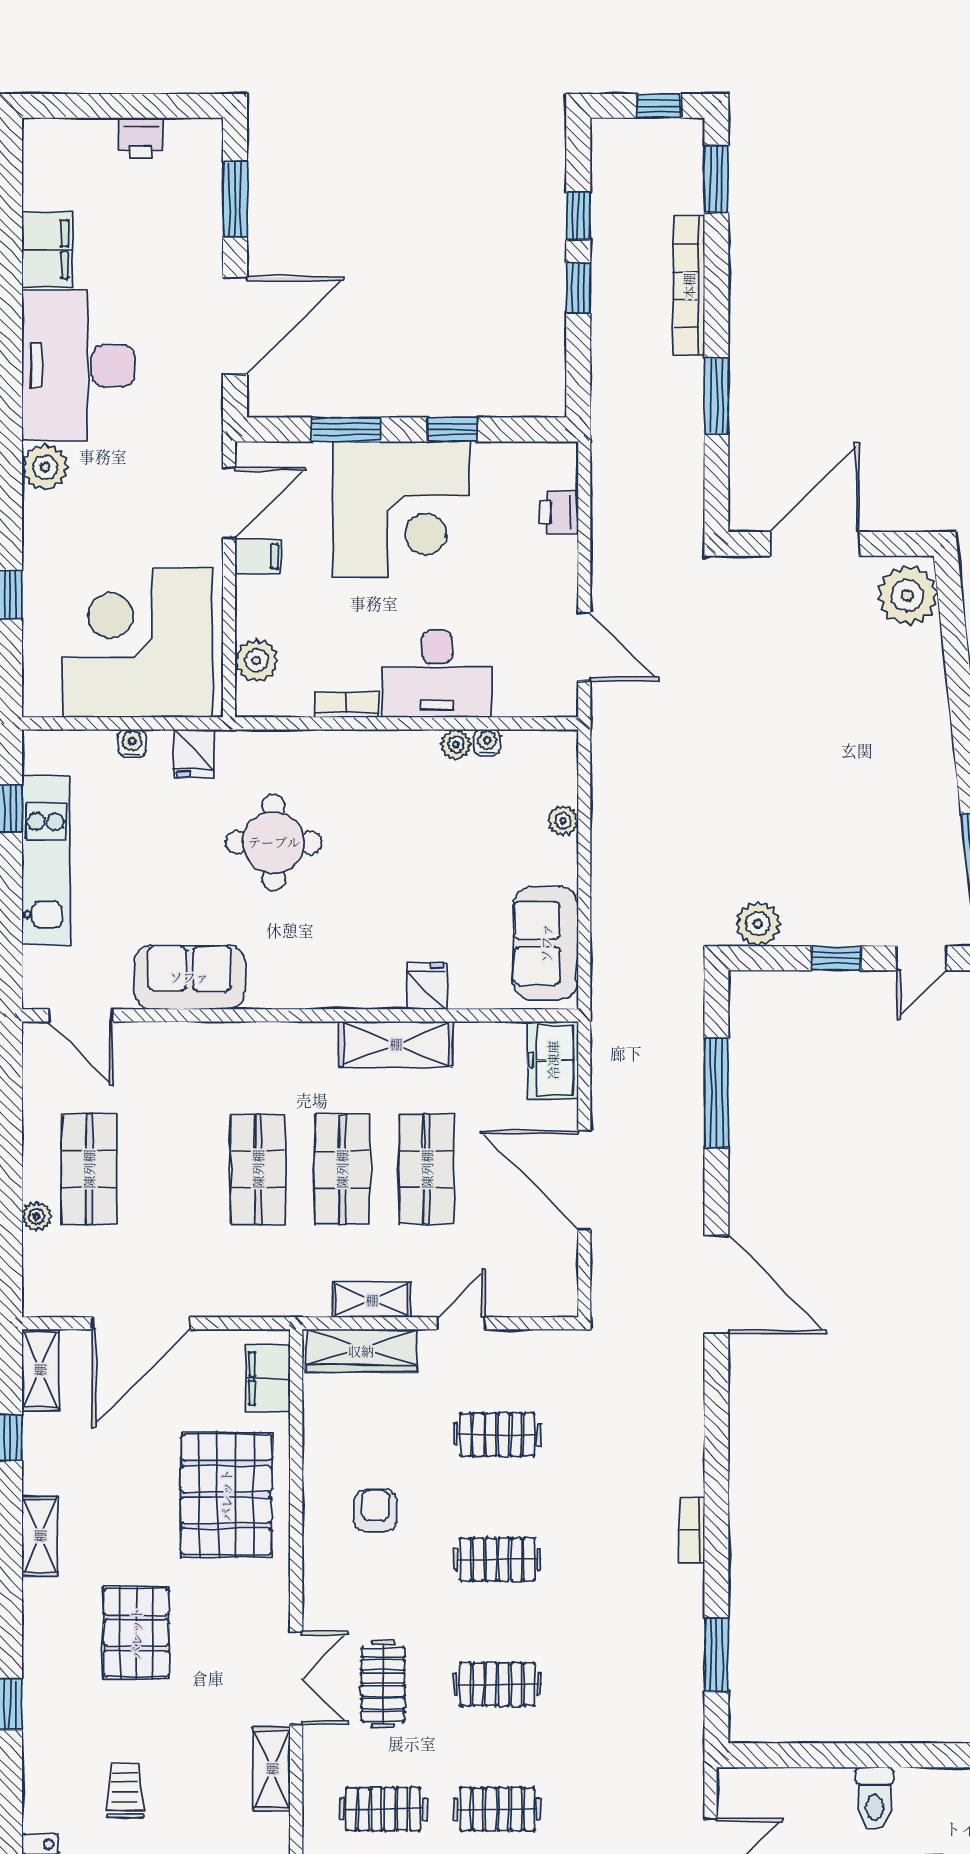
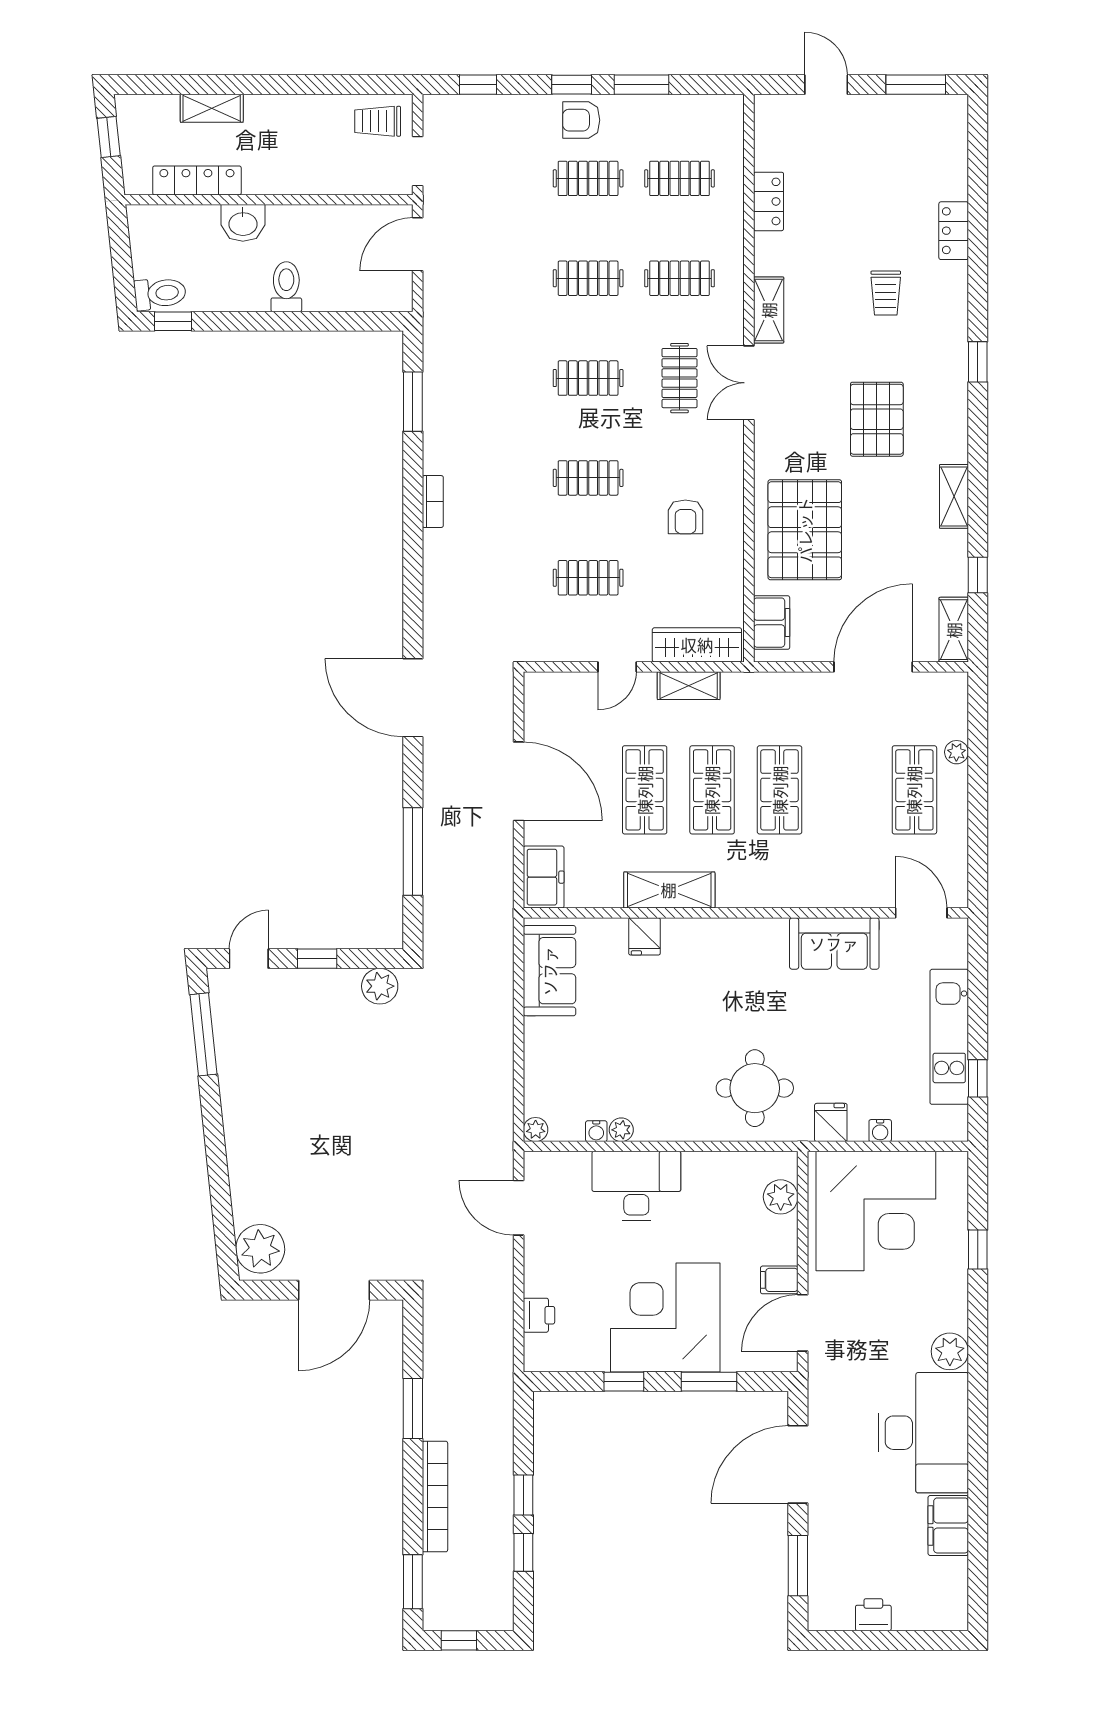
bookcase: (346, 705) -> (709, 1162), removed
plant: (563, 821) -> (536, 1130), moved
round table: (274, 842) -> (755, 1088), moved

